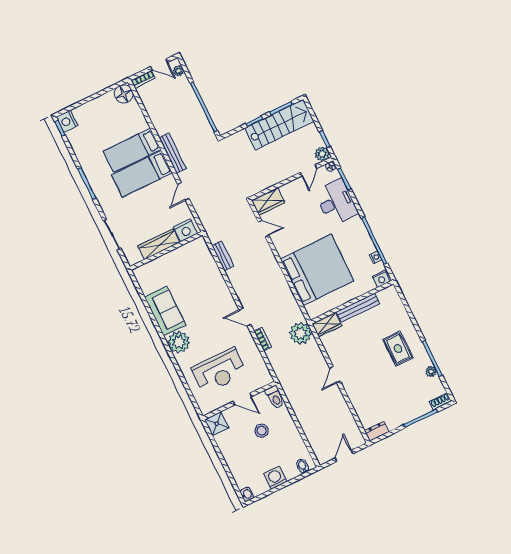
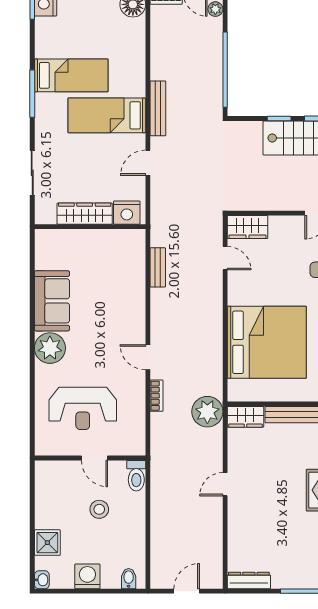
bed: (132, 150) -> (71, 75), moved, turned 180
shower: (217, 424) -> (47, 543), moved
dresser: (377, 431) -> (249, 580), width x1.44

